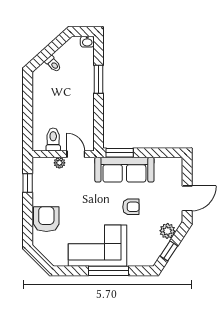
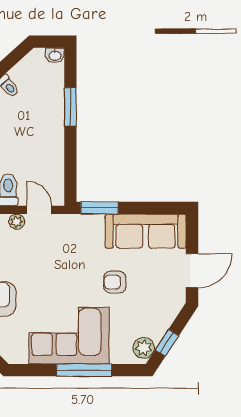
sofa: (124, 170) -> (146, 231), moved
armchair: (131, 207) -> (115, 282), turned 180
plant: (167, 231) -> (144, 348), moved

